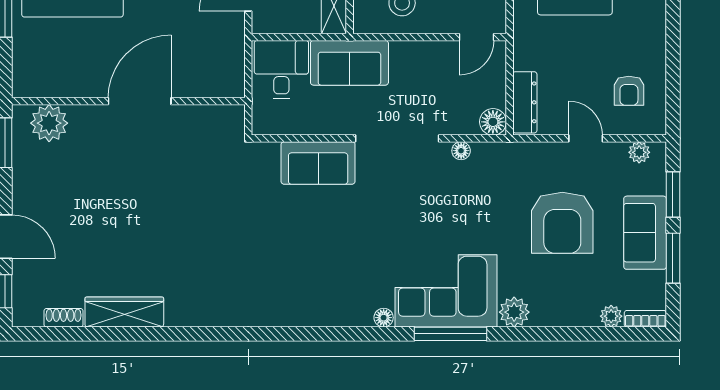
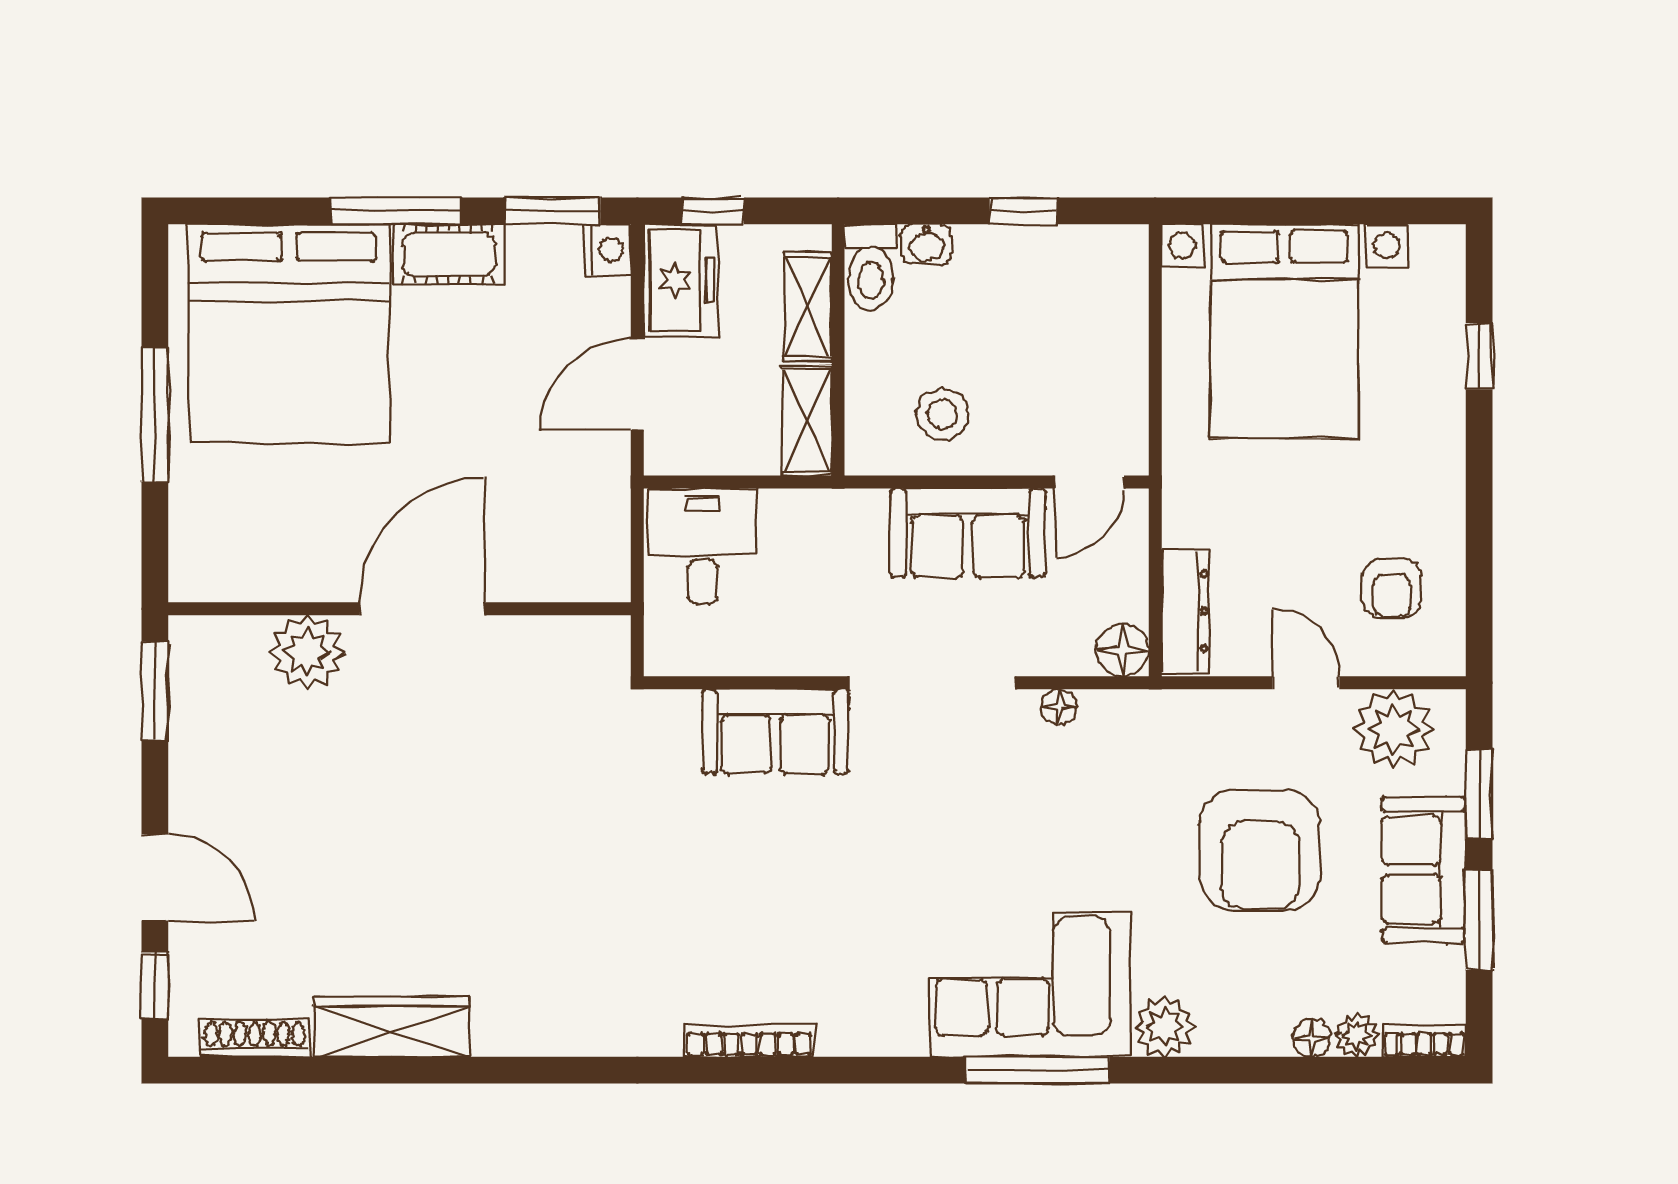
sofa: (349, 63) -> (968, 533), moved
plant: (49, 123) -> (307, 652), moved
plant: (639, 152) -> (1394, 729), width x1.88, depth x1.88
shoe rack: (63, 318) -> (255, 1038), width x1.43
floor lamp: (384, 318) -> (1312, 1038), moved
bookcase: (305, 319) -> (749, 1040), added

